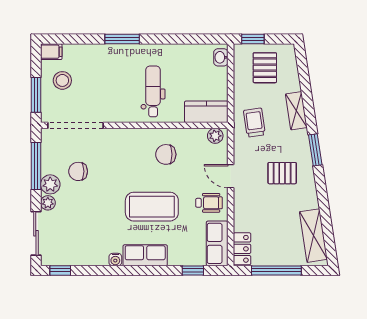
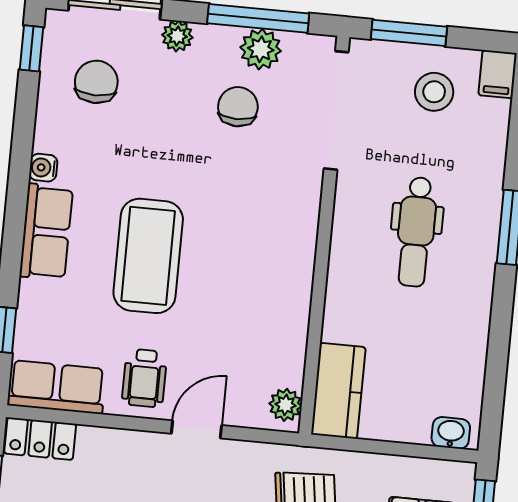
dental chair: (153, 91) -> (416, 232), moved, turned 90
chair: (166, 154) -> (96, 82), moved
plant: (50, 184) -> (261, 49), moved

